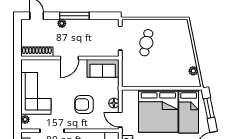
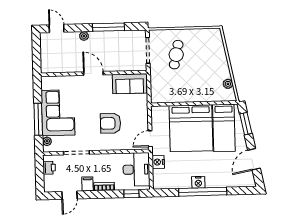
window: (74, 16) -> (109, 27), moved
shoe rack: (37, 52) -> (58, 68), removed
door: (69, 58) -> (93, 73), swing flipped
window: (18, 99) -> (38, 119), added
floor lamp: (114, 103) -> (143, 121), removed
door: (120, 120) -> (150, 139), hinge flipped

